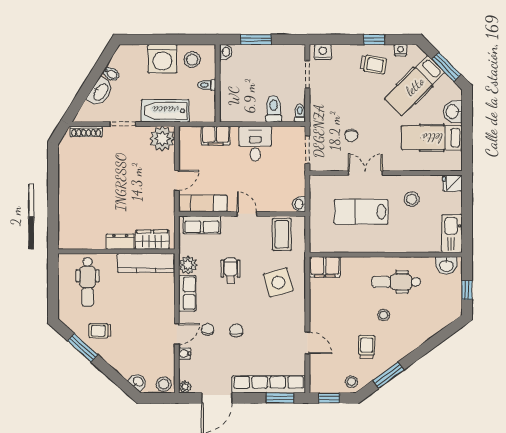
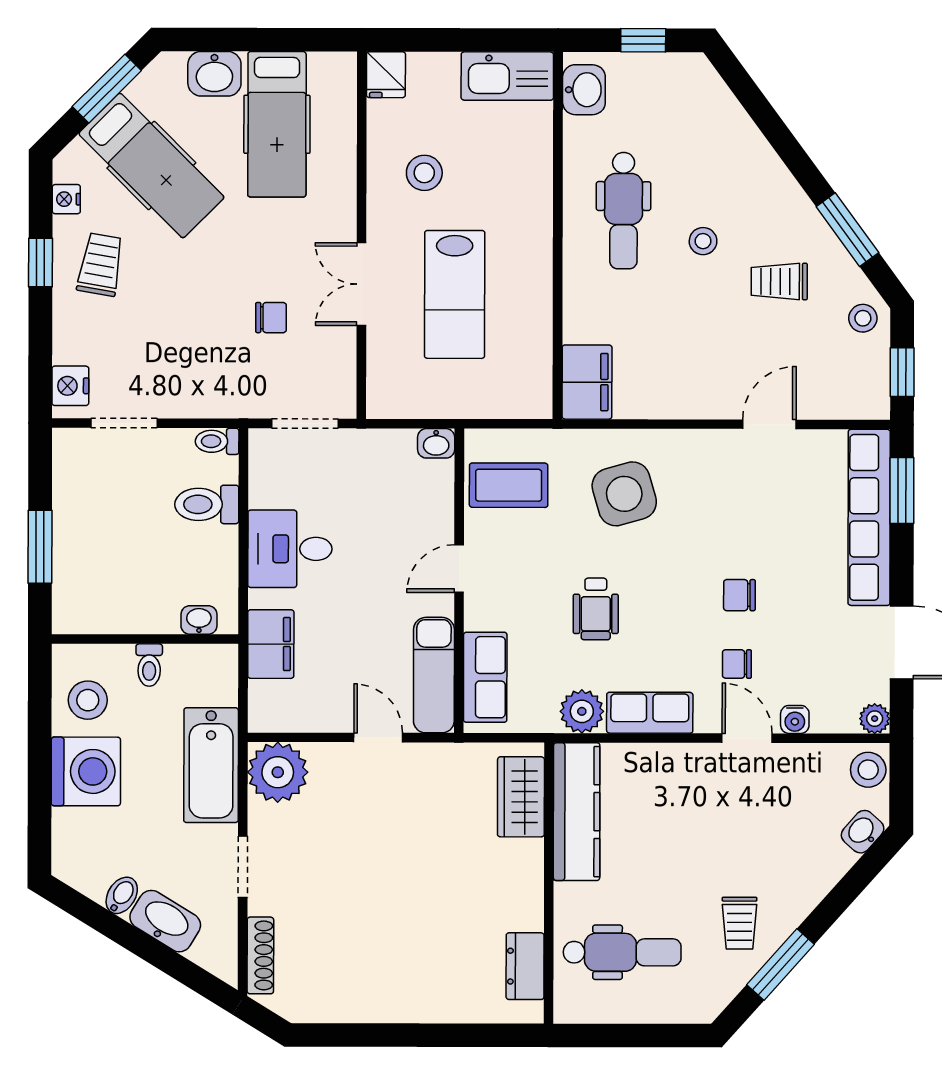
washbasin: (226, 52) -> (199, 620), moved
dresser: (120, 242) -> (525, 966), moved
wheelchair: (230, 271) -> (596, 609), turned -90

